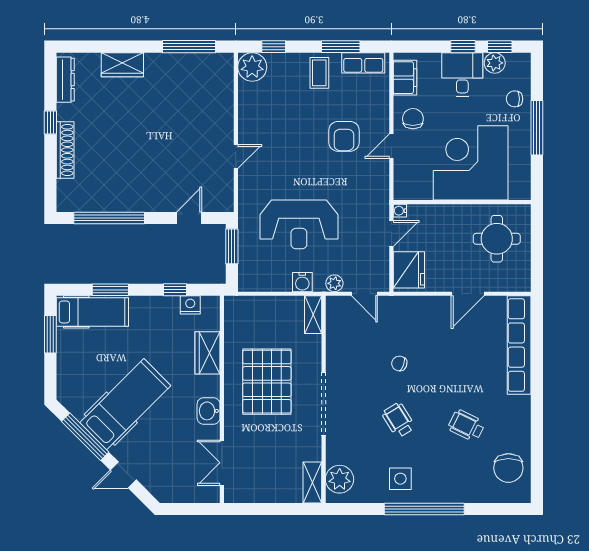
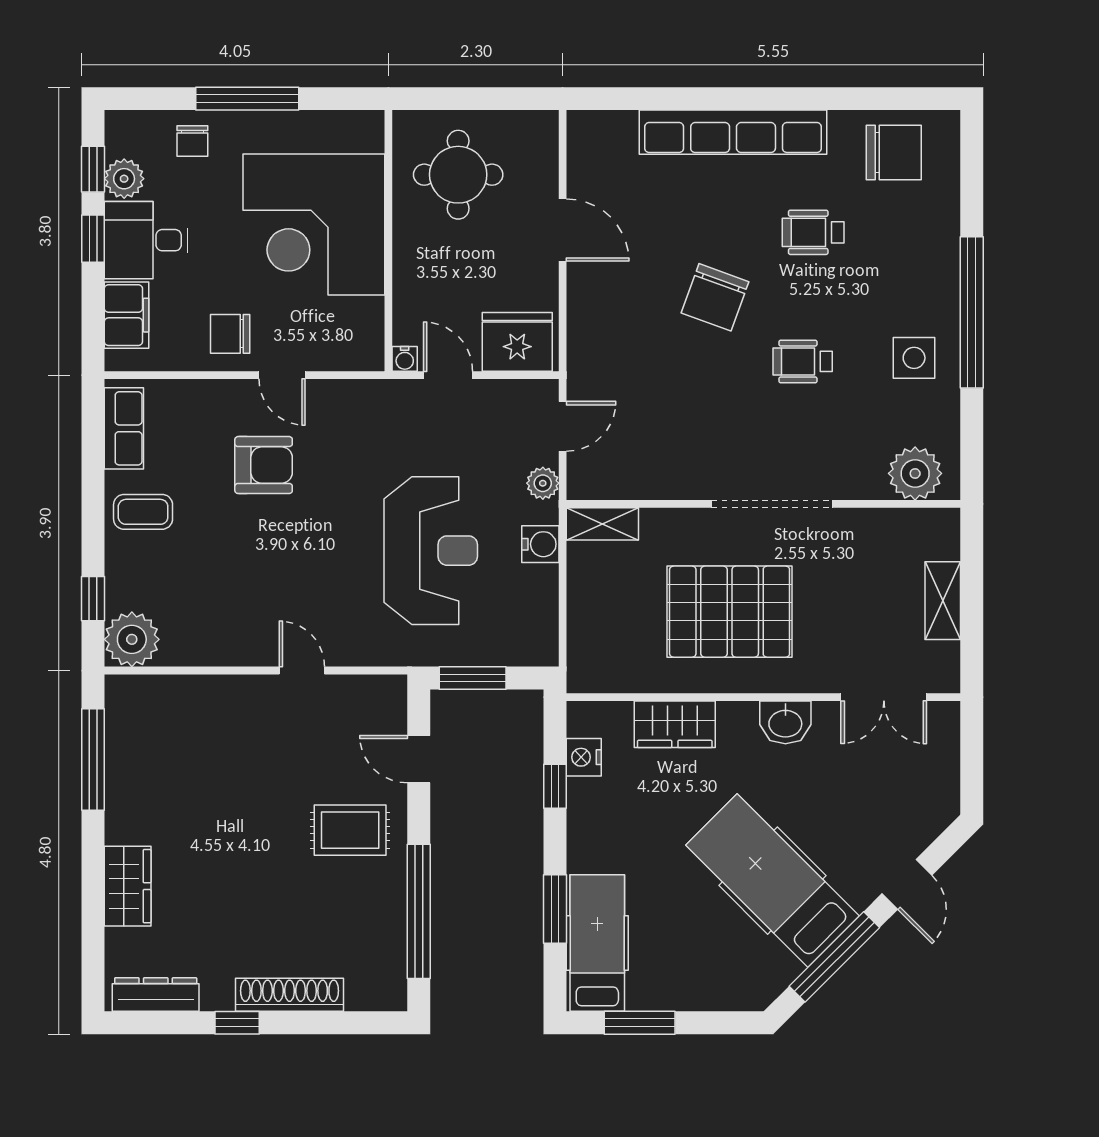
window: (341, 47) -> (93, 471), removed
filing cabinet: (405, 78) -> (127, 315), moved, turned 90
rug: (152, 182) -> (350, 830), added
row of seats: (519, 345) -> (733, 132), moved
chair: (399, 363) -> (715, 297), moved, width x1.87, depth x1.87
wheelchair: (398, 420) -> (803, 361), turned 32
wheelchair: (466, 426) -> (813, 232), turned 64
shelving: (312, 482) -> (943, 601), moved, turned 90

